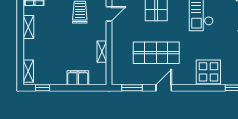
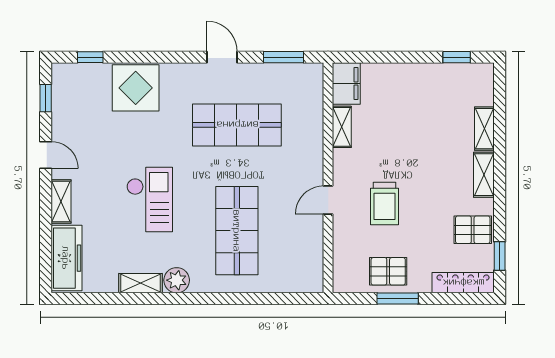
shelving: (28, 71) -> (484, 129), moved
filing cabinet: (78, 78) -> (346, 83), moved, turned -90
door: (164, 88) -> (222, 57), swing flipped

